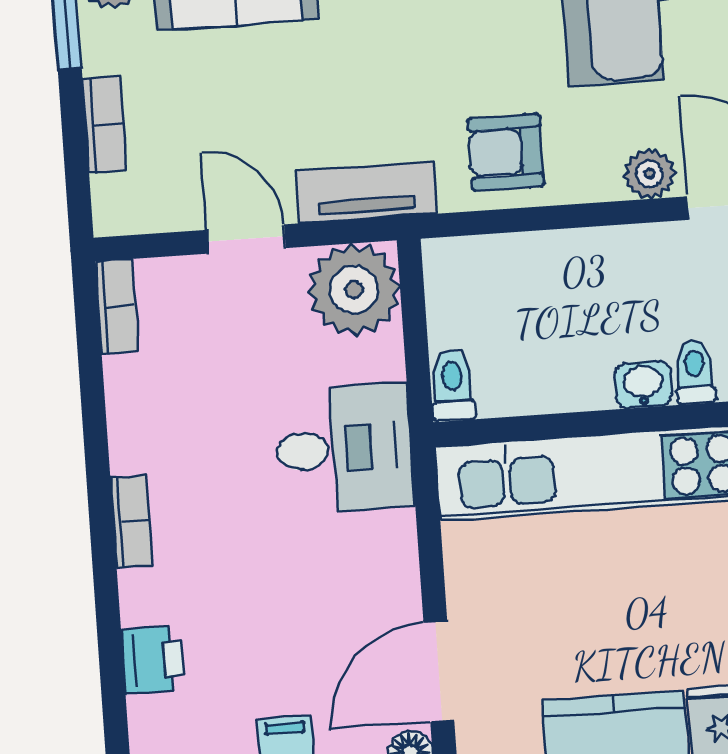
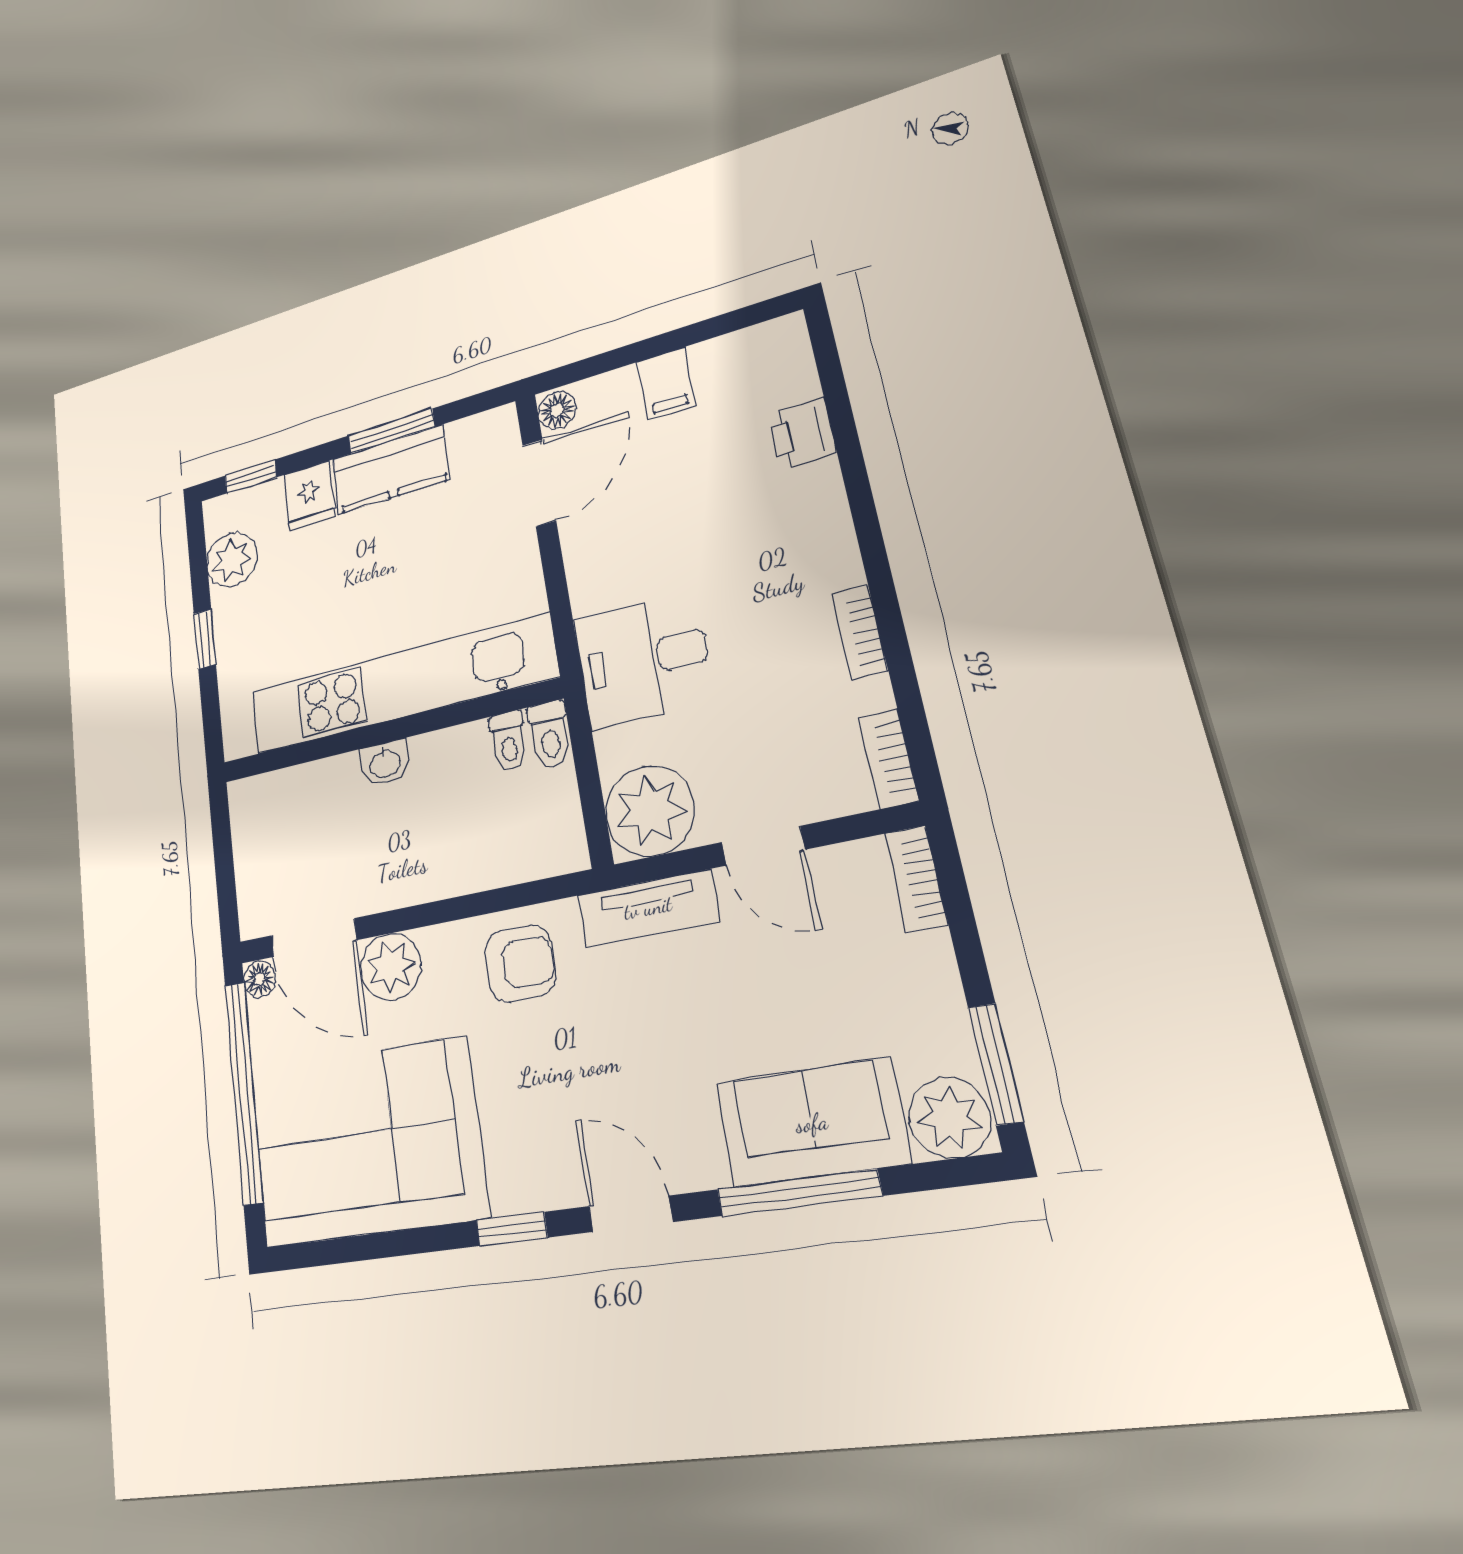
bookcase: (104, 124) -> (916, 879), moved
plant: (650, 174) -> (391, 967), width x1.38, depth x1.38
toilet: (695, 372) -> (509, 741), moved
bookcase: (131, 522) -> (860, 632), moved

